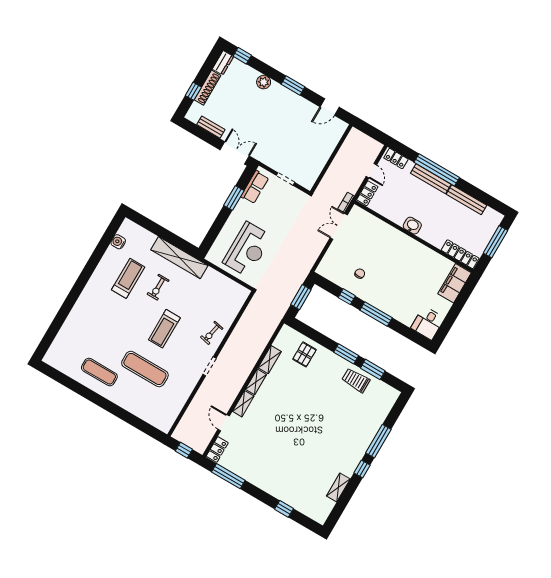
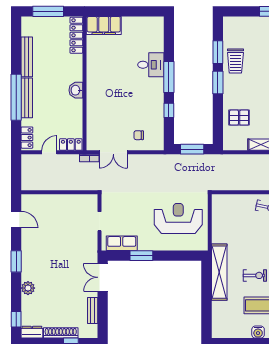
water cooler: (118, 242) -> (258, 332), moved
chair: (360, 274) -> (139, 135), moved
desk: (428, 323) -> (151, 65), moved

